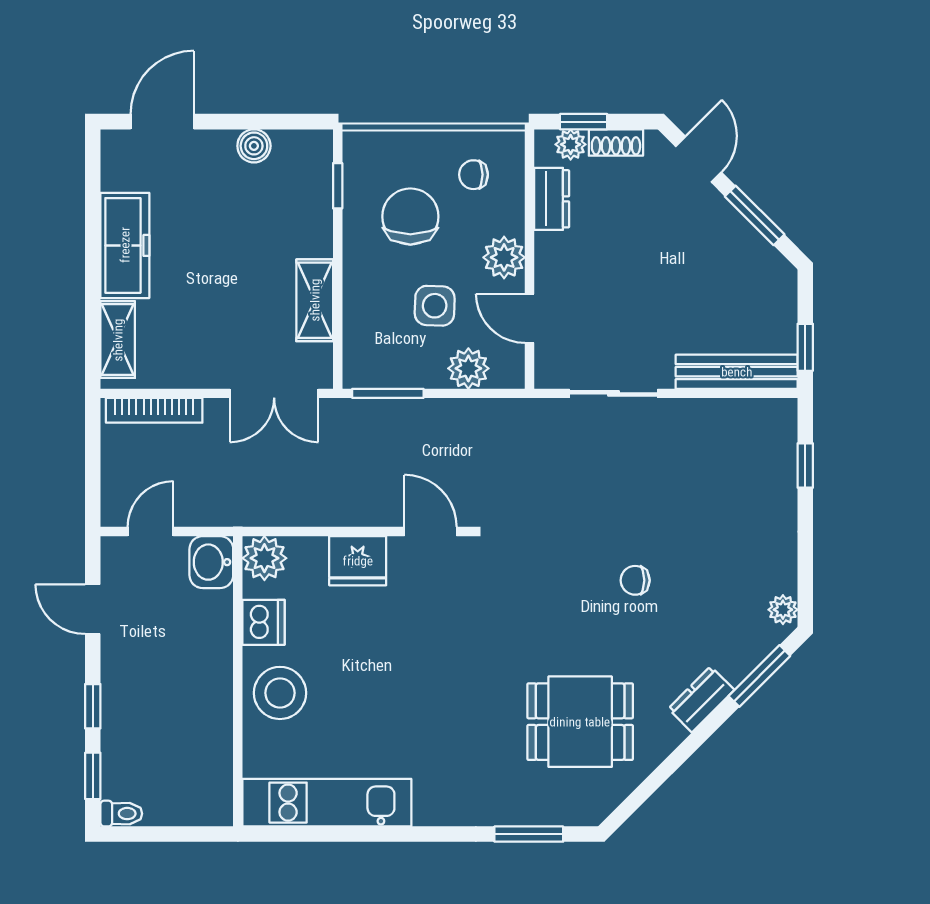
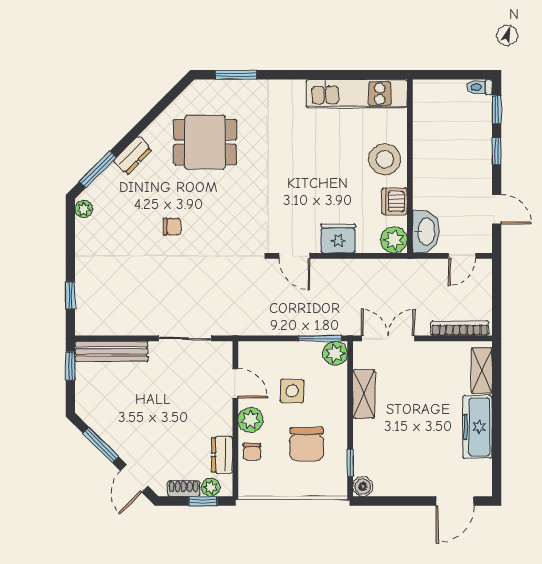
boiler: (254, 146) -> (363, 487), moved
chair: (473, 175) -> (252, 452), moved, turned 90
plant: (468, 368) -> (335, 353), moved
washbasin: (211, 562) -> (426, 232), width x1.38

